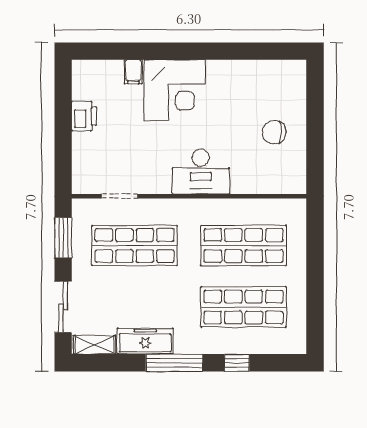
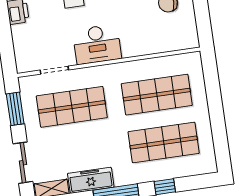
desk: (201, 172) -> (97, 44), moved

